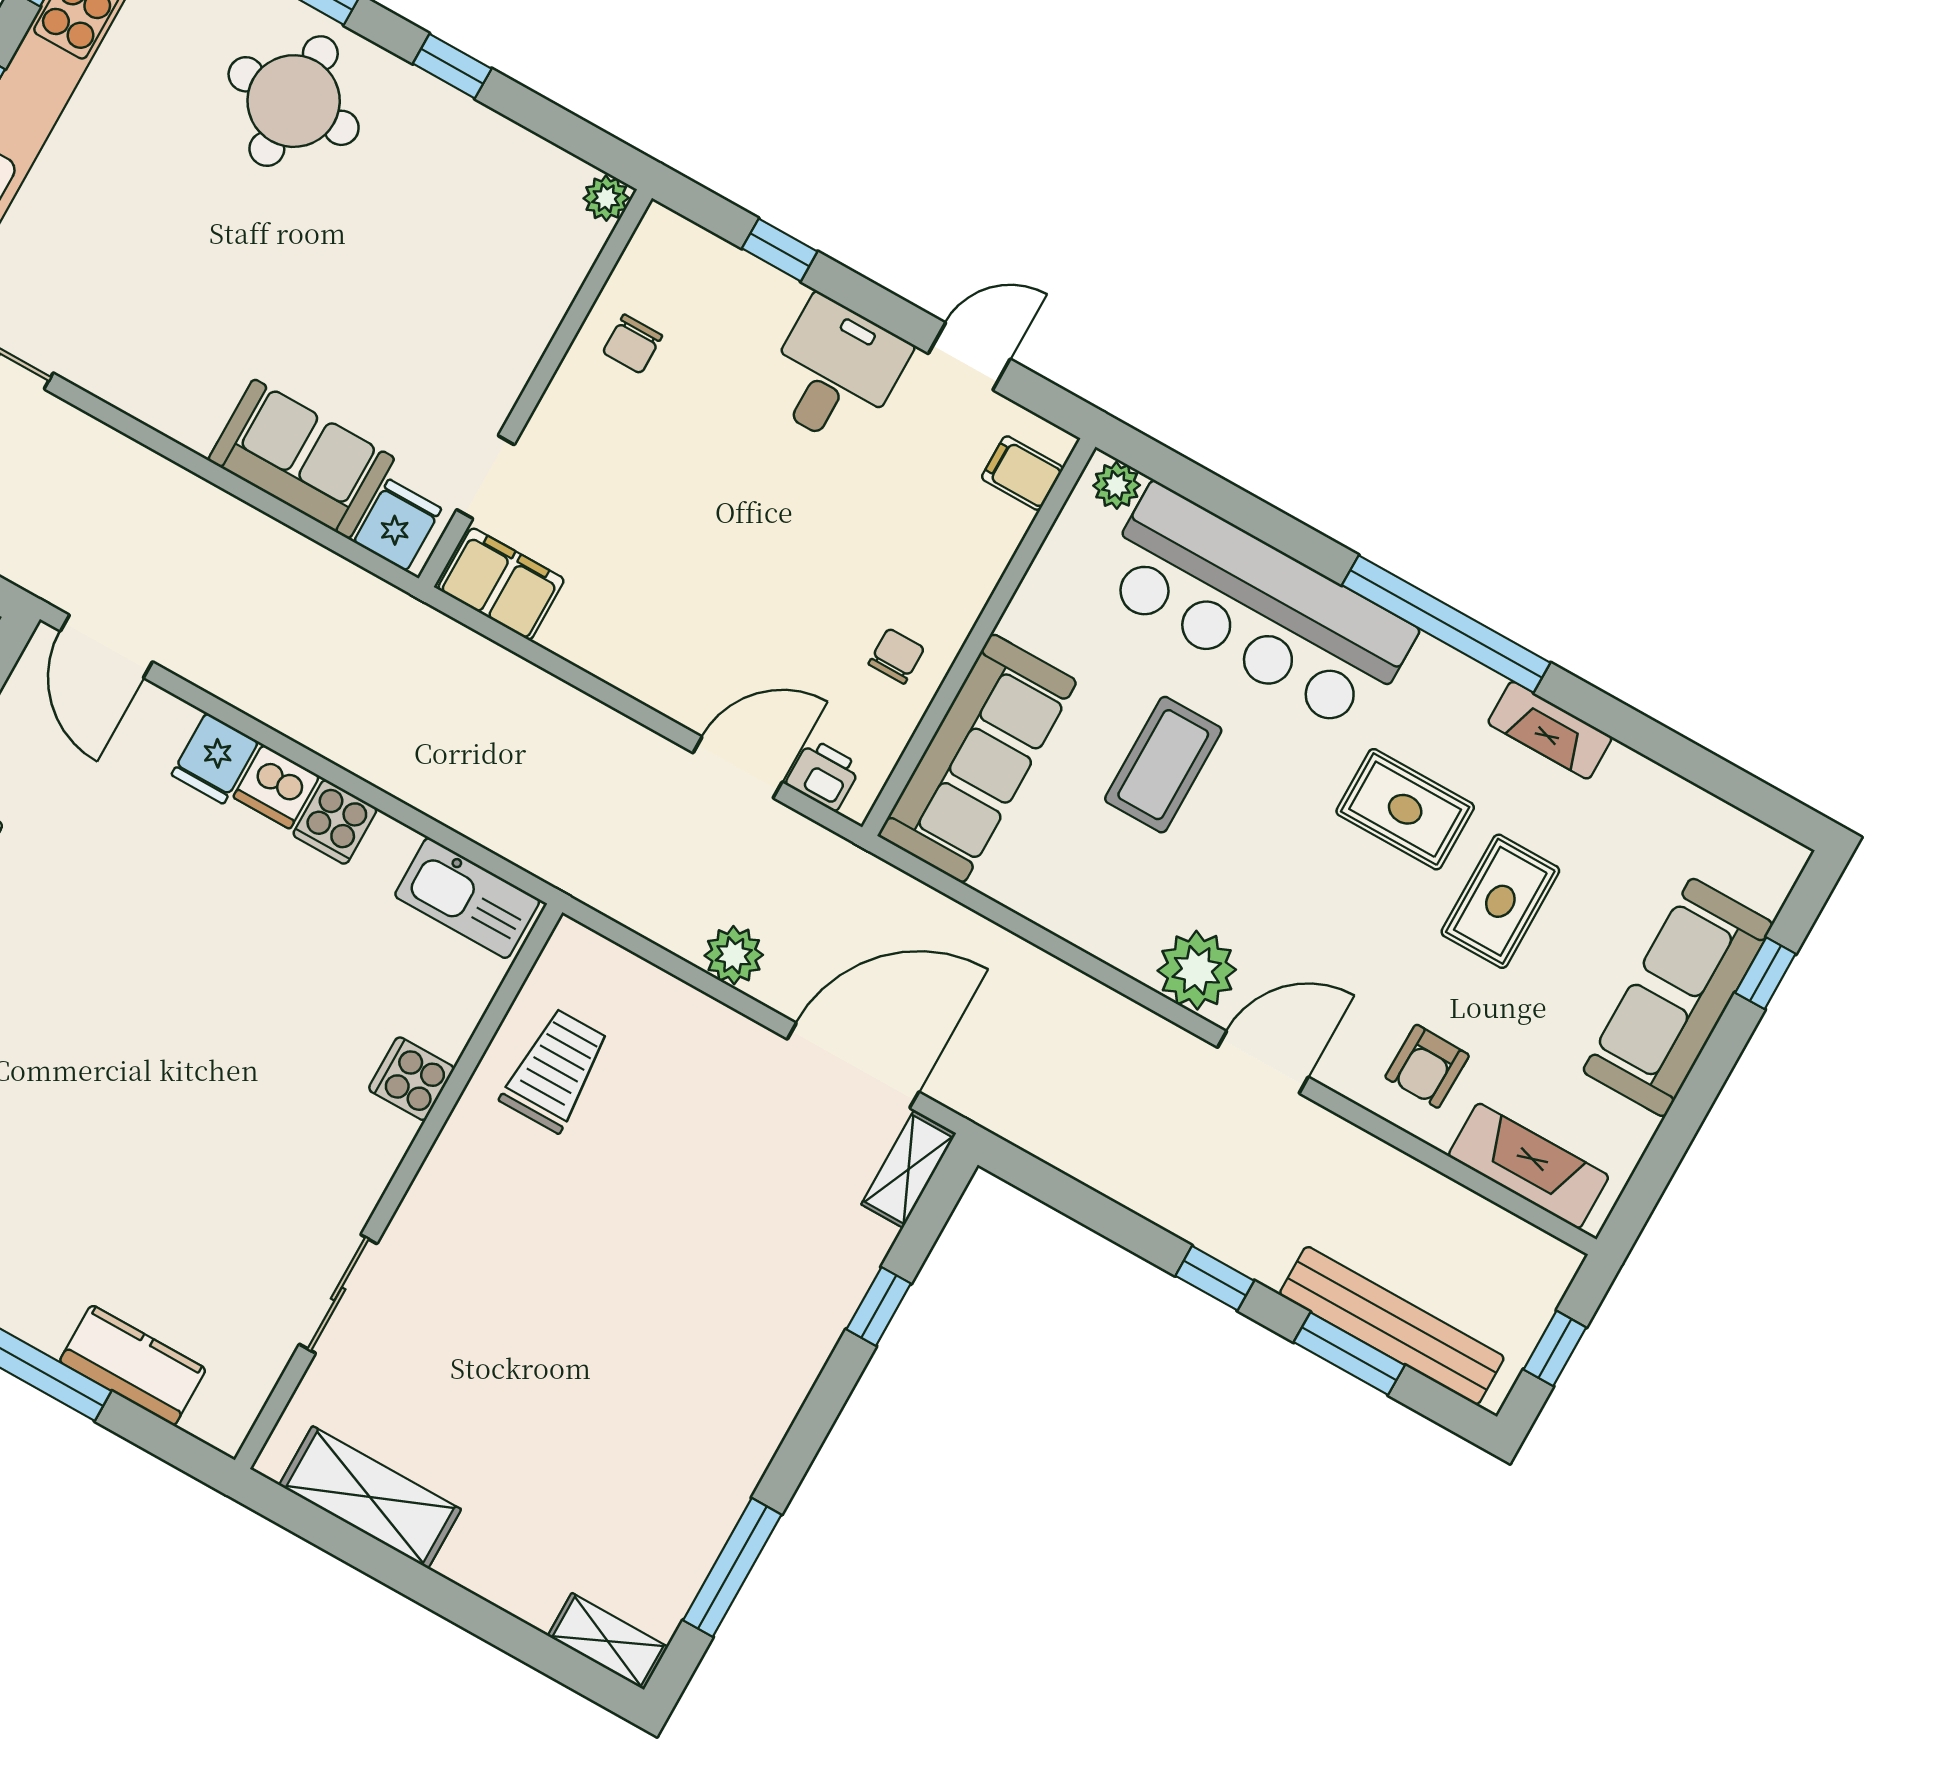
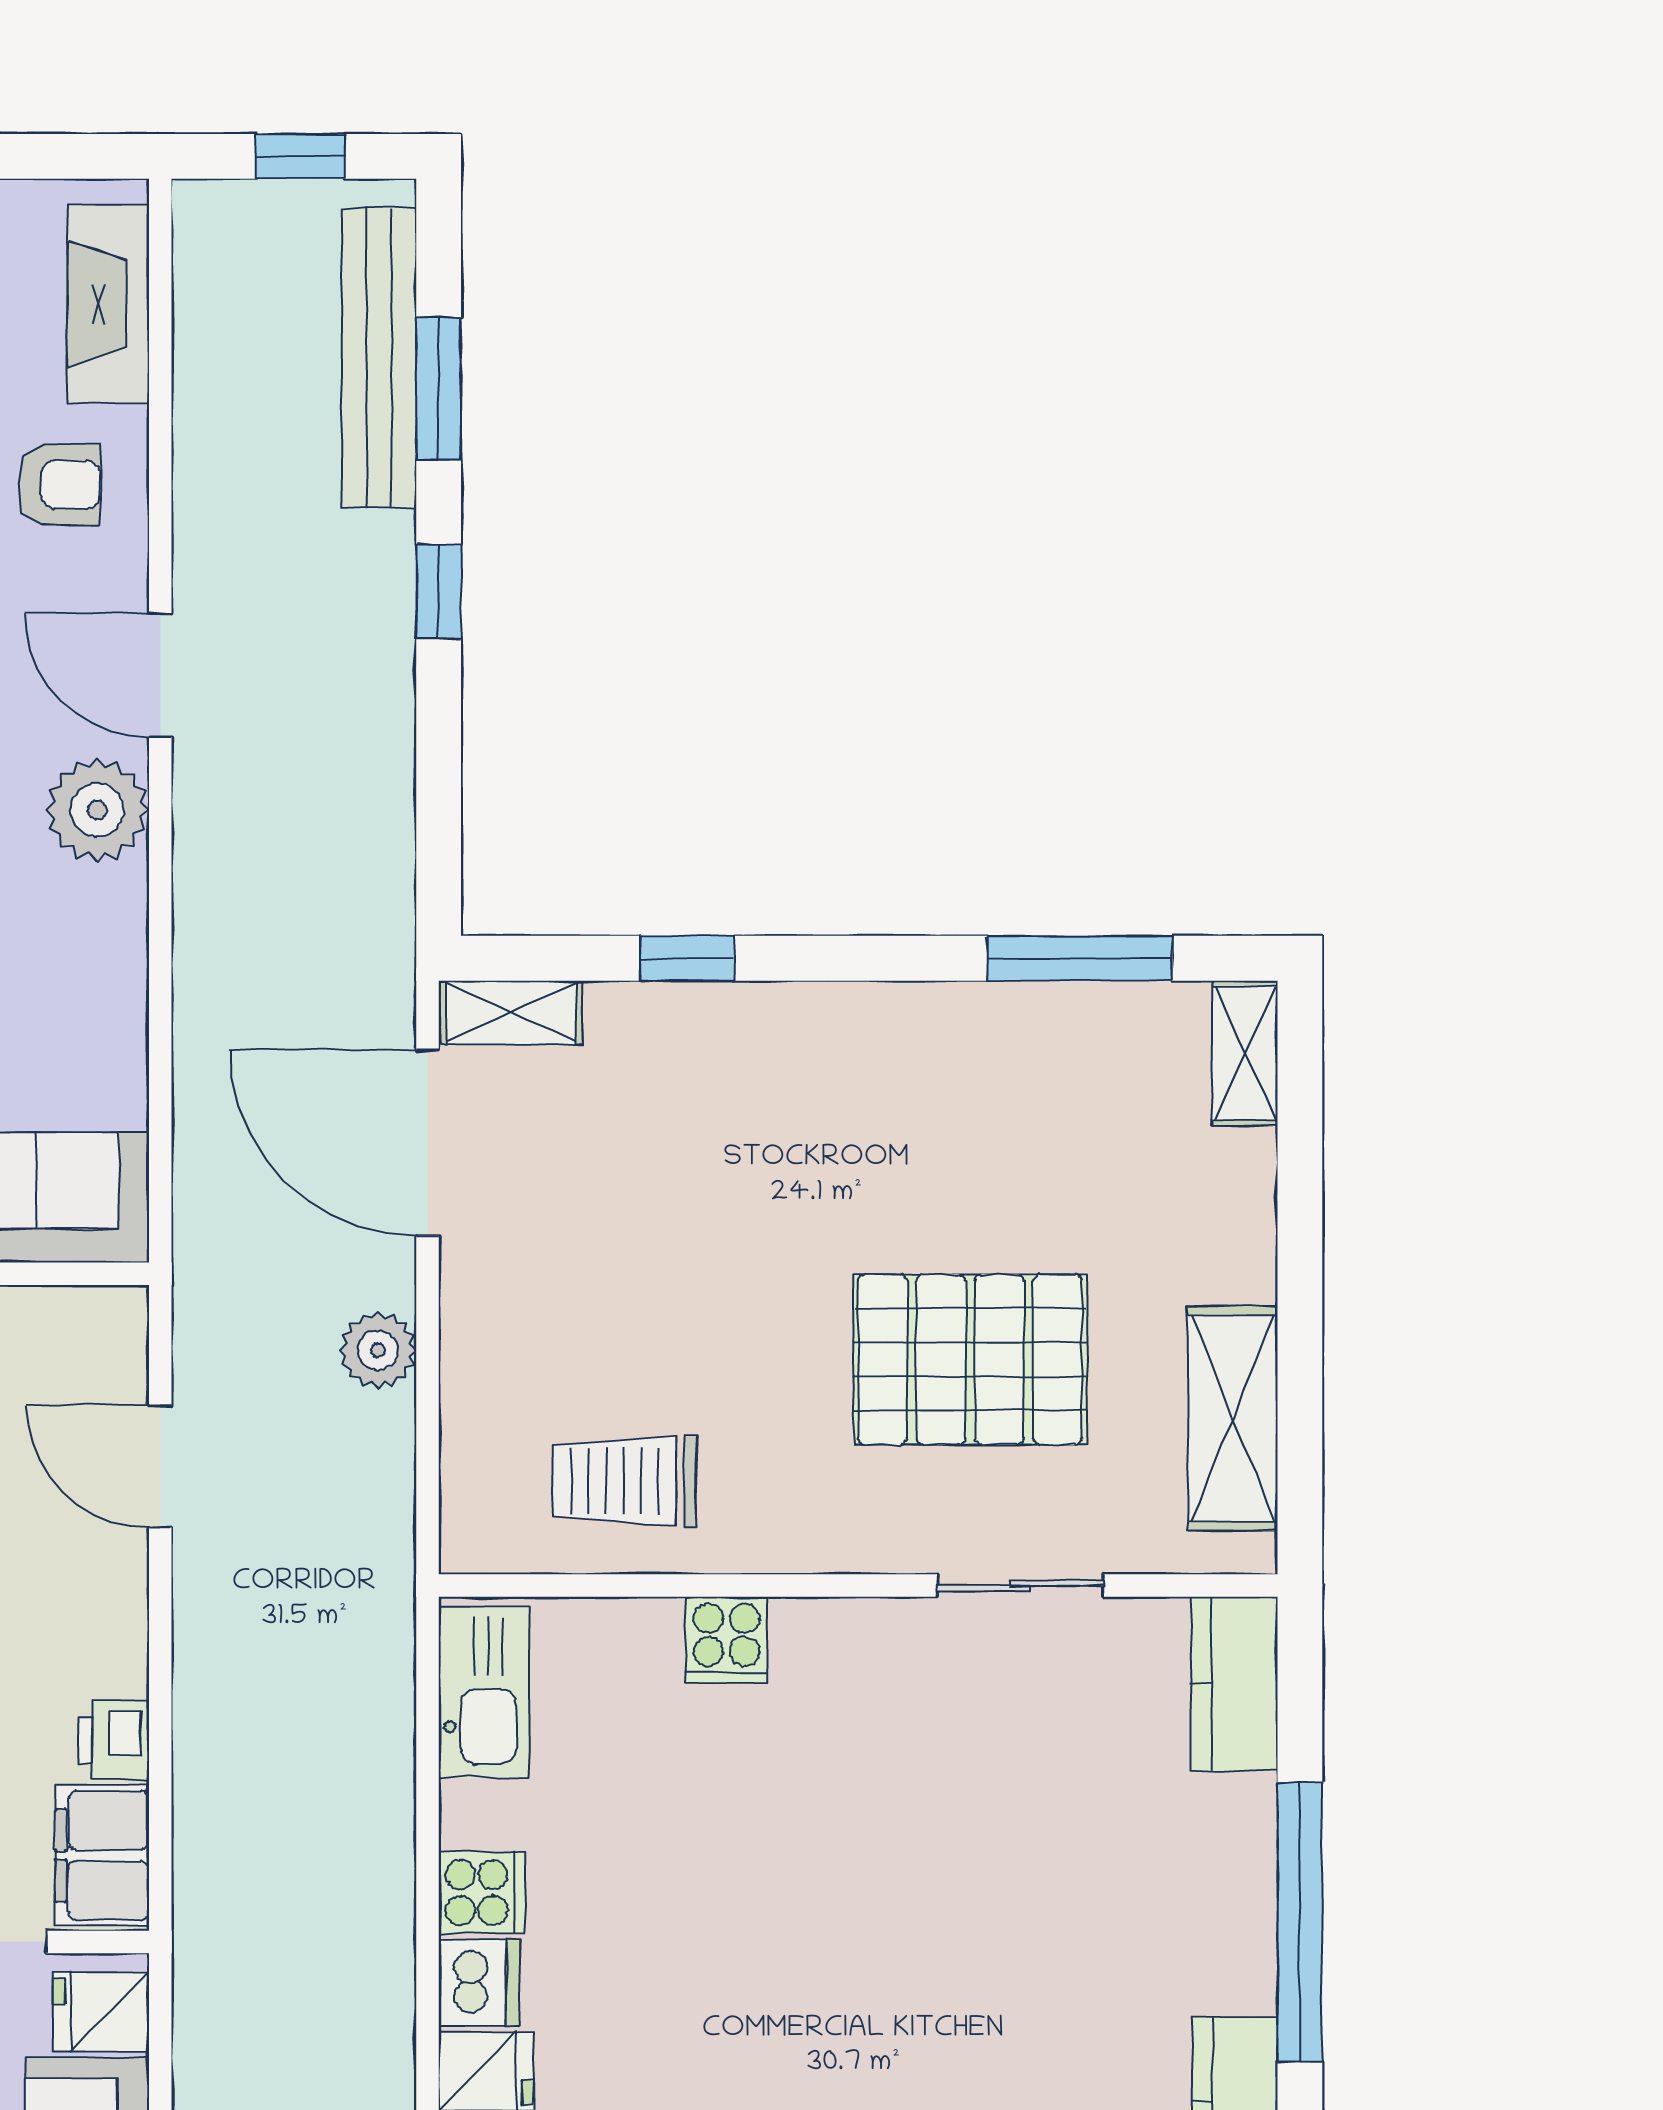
printer: (823, 775) -> (114, 1740), moved
pallet: (507, 1345) -> (970, 1360), added
kitchen counter: (133, 1365) -> (1234, 1684), moved

